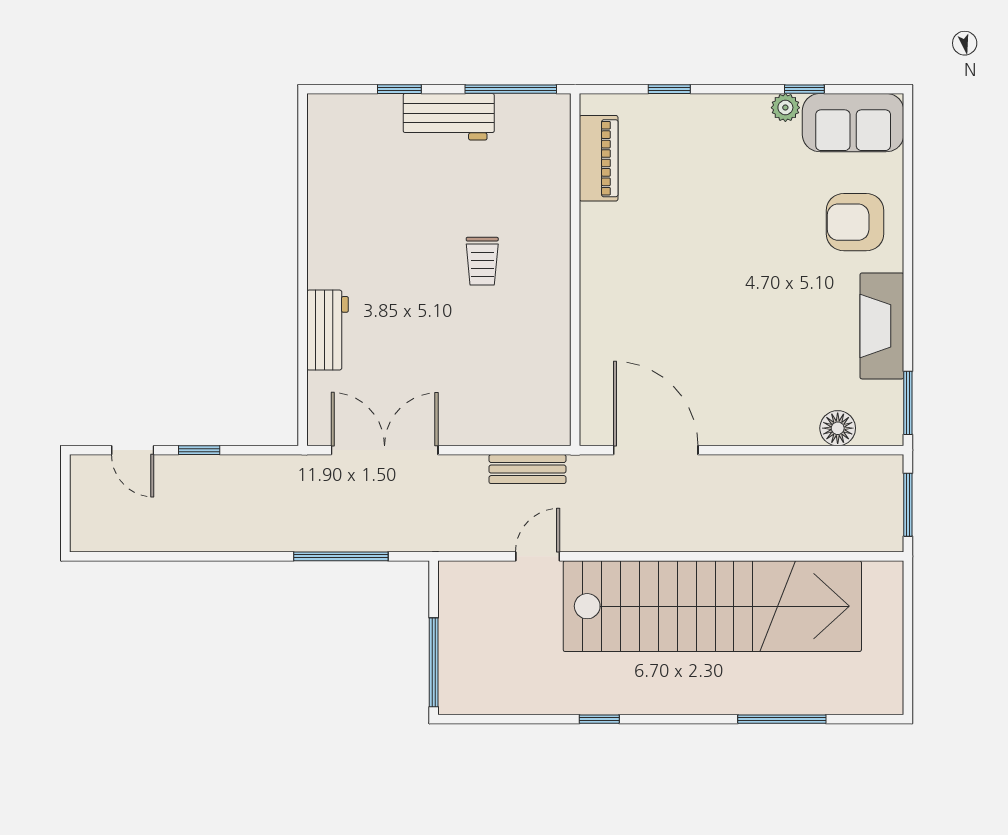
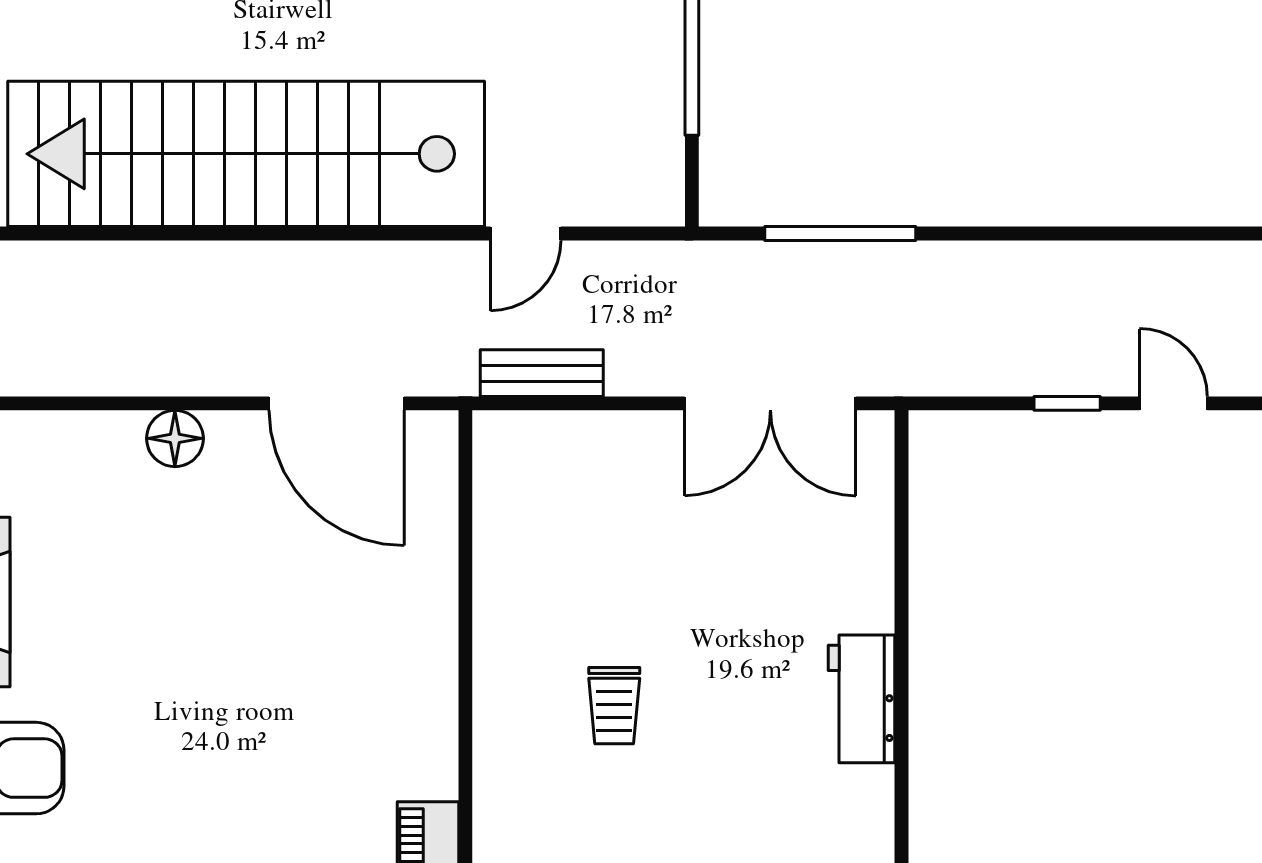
trolley: (482, 261) -> (614, 706), turned 180
workbench: (328, 330) -> (862, 699), moved
floor lamp: (838, 428) -> (175, 438), moved

